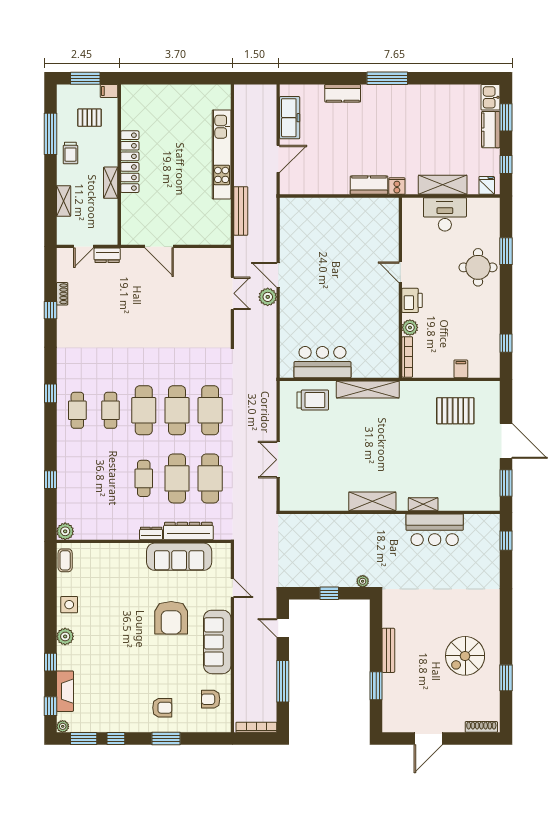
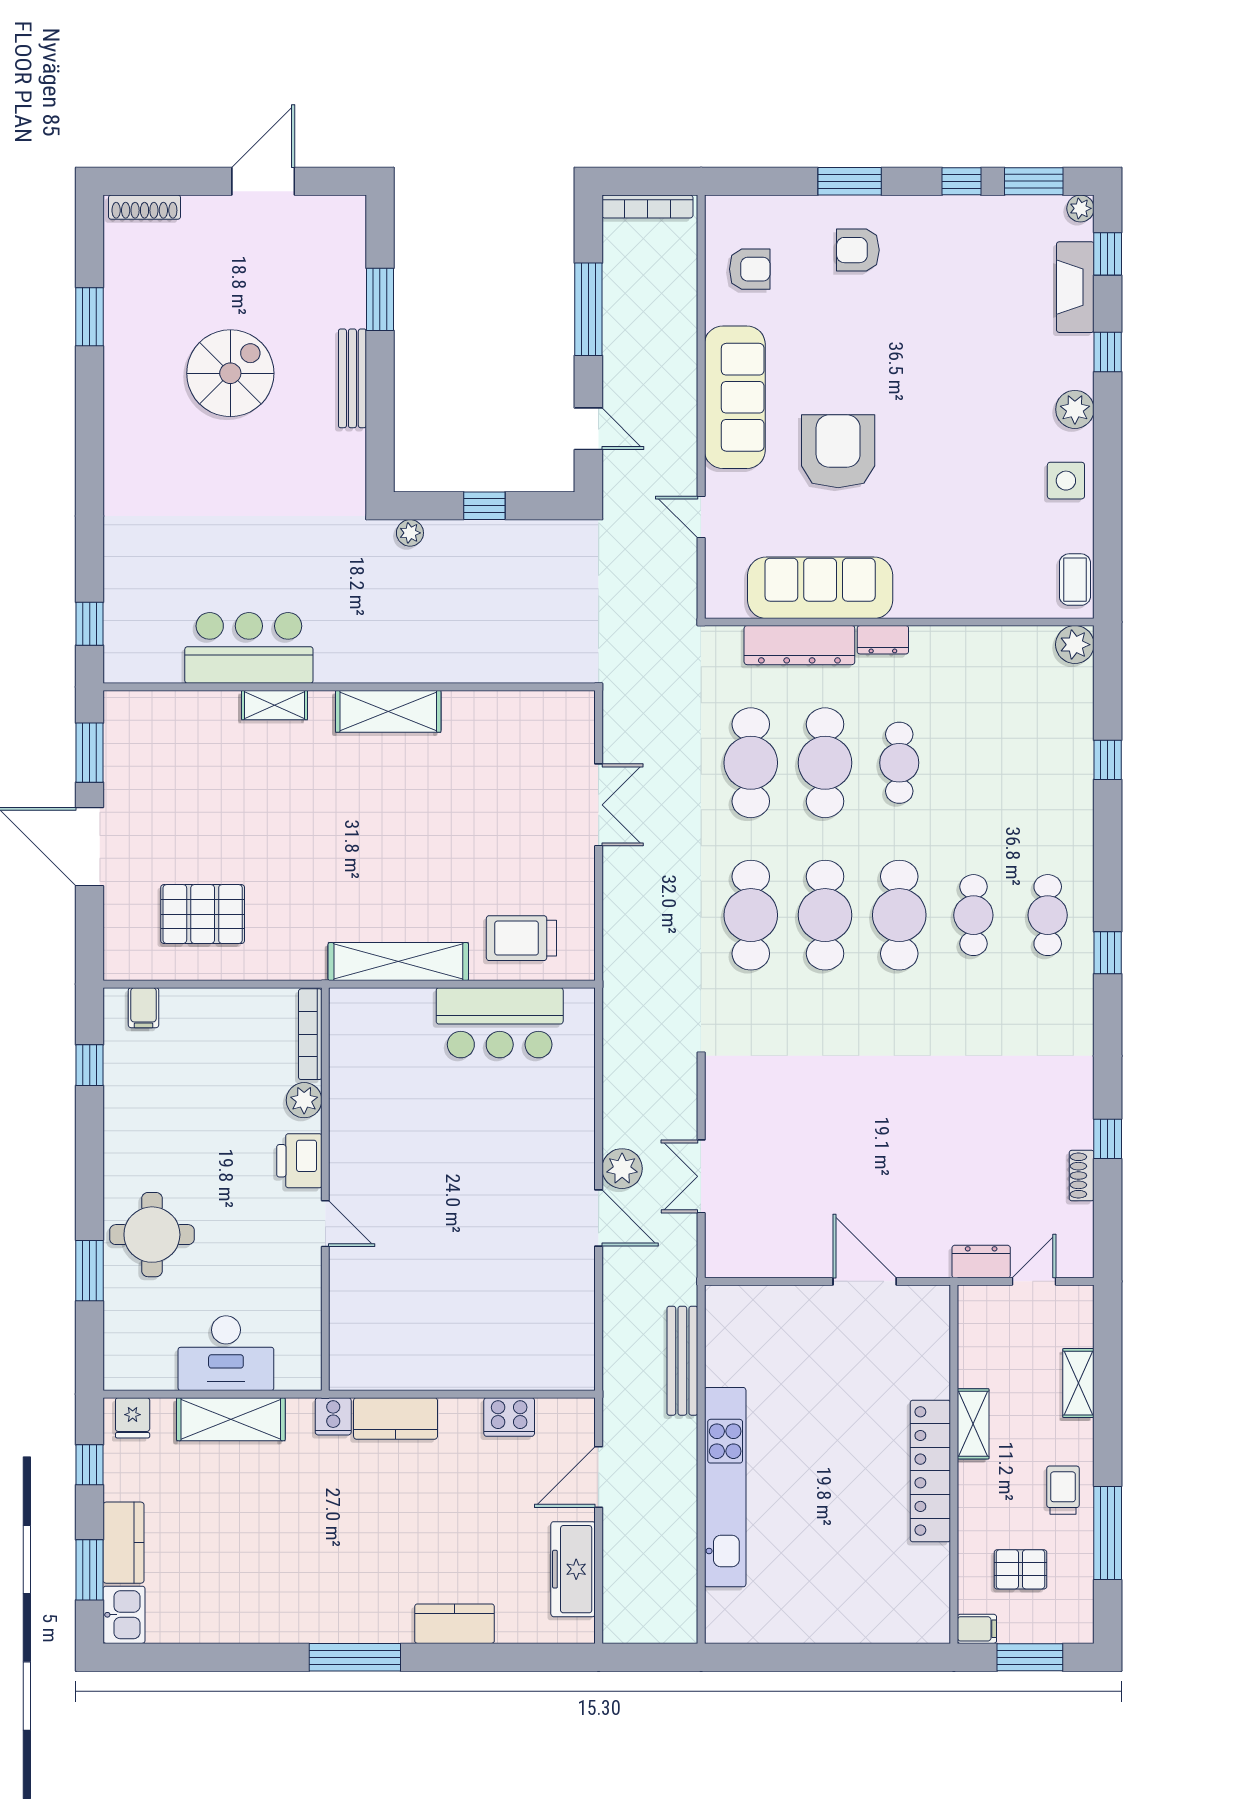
cooker: (318, 186) -> (509, 1417), added
filing cabinet: (461, 369) -> (144, 1008), moved
spiral stairs: (465, 656) -> (230, 373), moved

